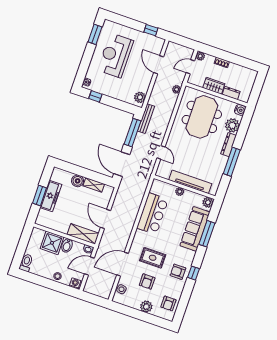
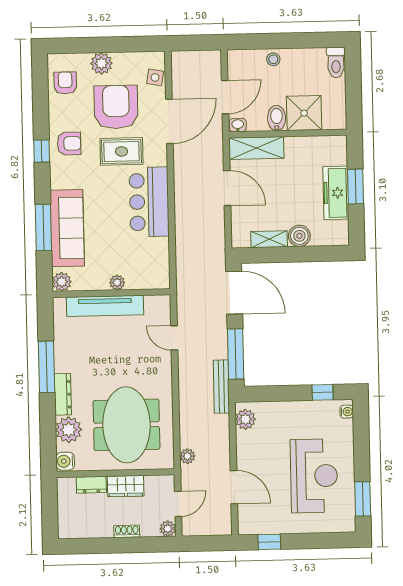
bar counter: (153, 214) -> (149, 202), moved
armchair: (147, 282) -> (116, 107), width x1.88, depth x1.88
washing machine: (75, 283) -> (239, 58), removed

